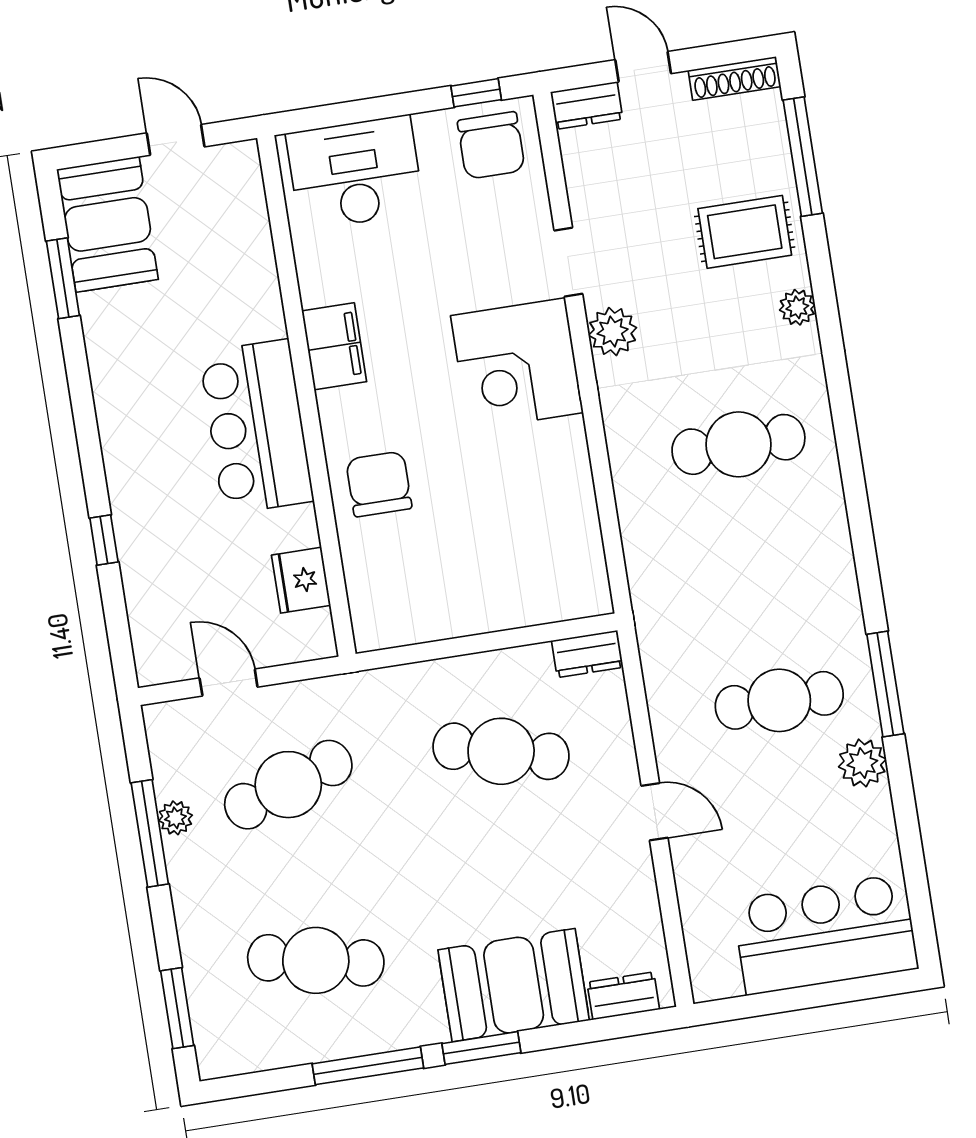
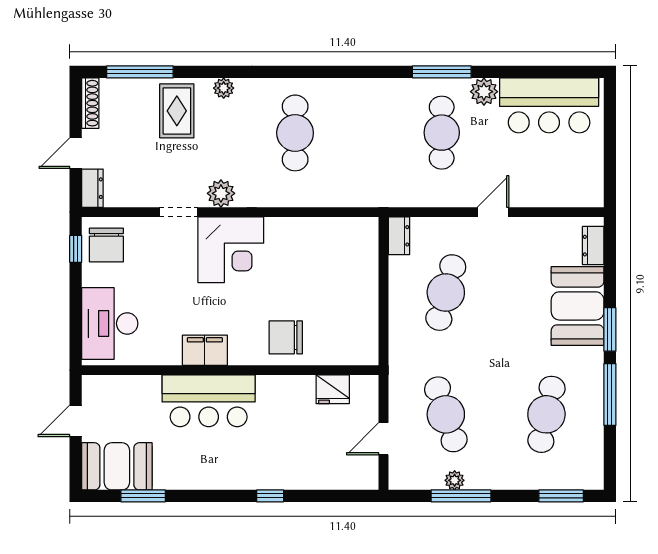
chair: (491, 145) -> (106, 245), turned 90
bar counter: (256, 427) -> (209, 401), moved
window: (104, 540) -> (270, 496), moved
bar counter: (825, 934) -> (549, 105), moved, turned -90

